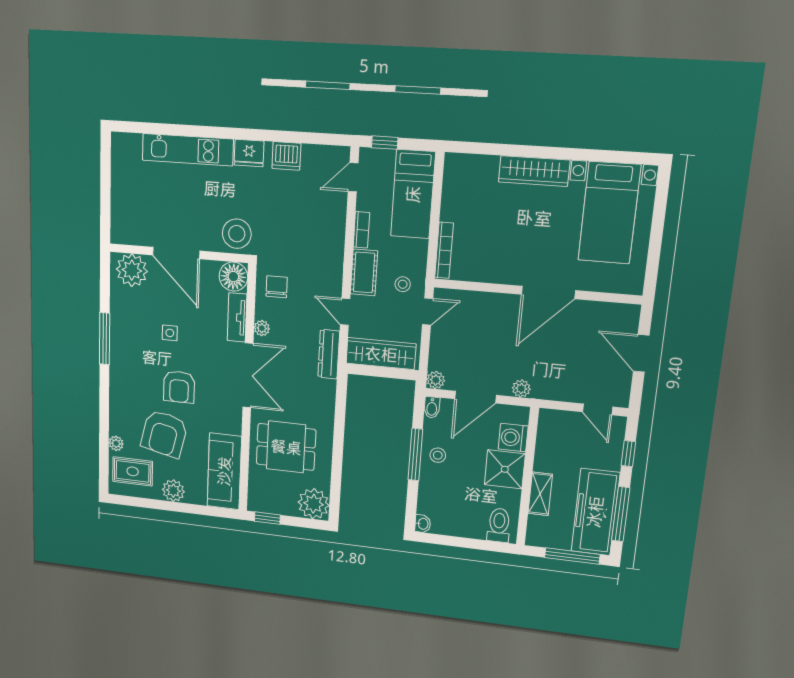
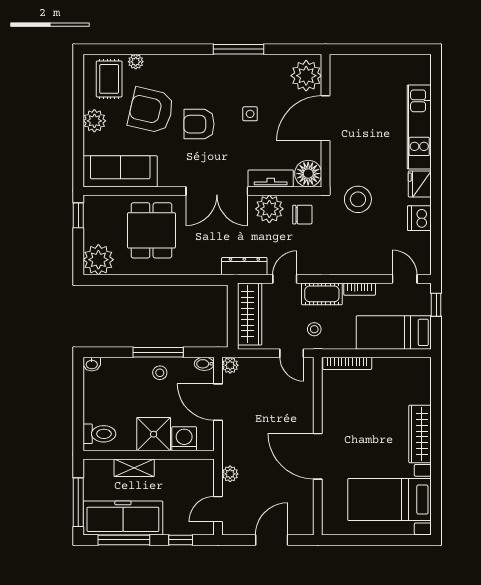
stool: (237, 234) -> (358, 199), moved
plant: (262, 328) -> (269, 209), width x1.88, depth x1.88
plant: (521, 389) -> (230, 474), moved

